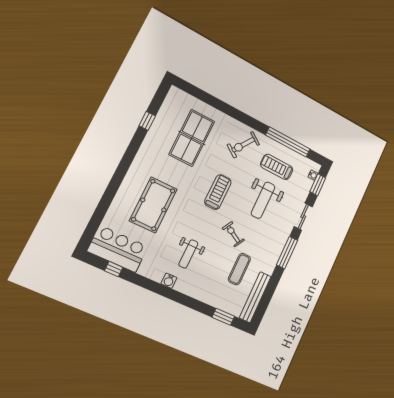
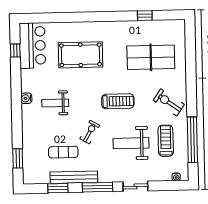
window: (318, 185) -> (58, 188), moved
bench: (255, 297) -> (74, 177), moved

